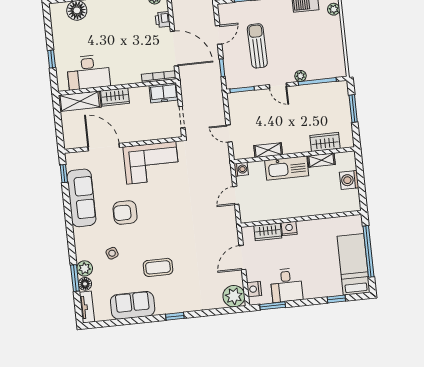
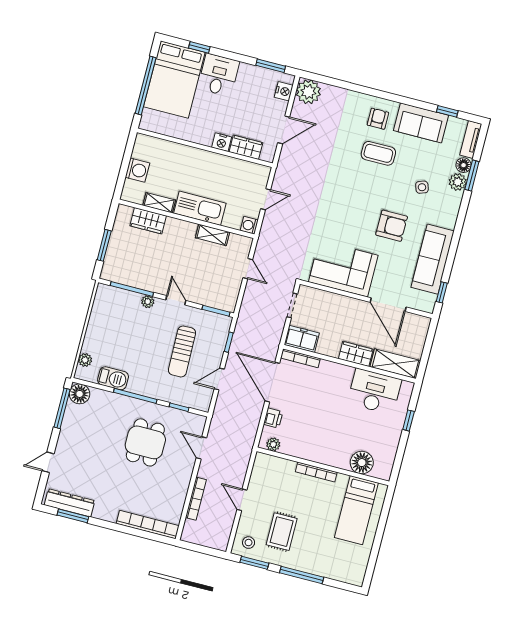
bed: (354, 264) -> (174, 80), width x1.50
desk: (286, 285) -> (219, 75), moved
armchair: (169, 296) -> (378, 119), added
window: (175, 316) -> (447, 111), moved

